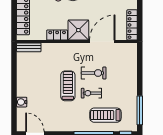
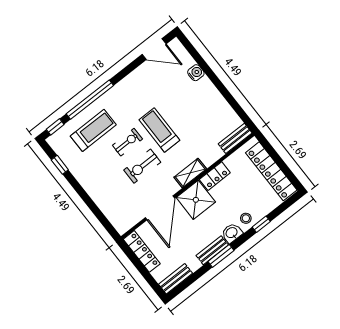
shelving: (70, 48) -> (190, 173), added
treadmill: (68, 86) -> (159, 130), turned 180
window: (140, 110) -> (60, 165), width x0.46

